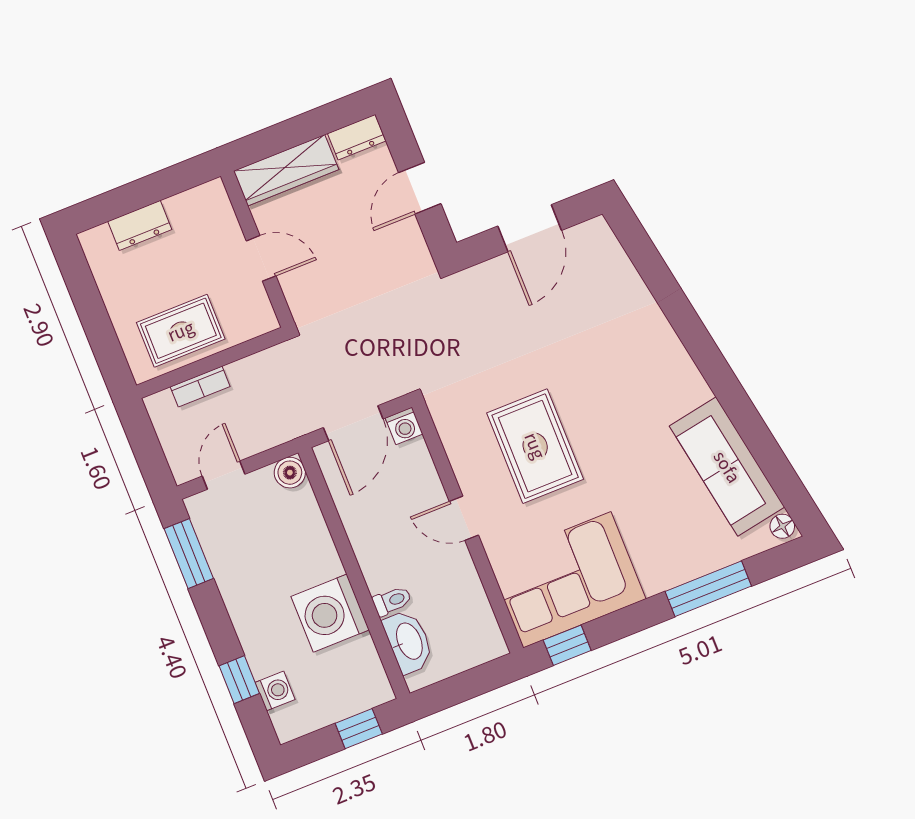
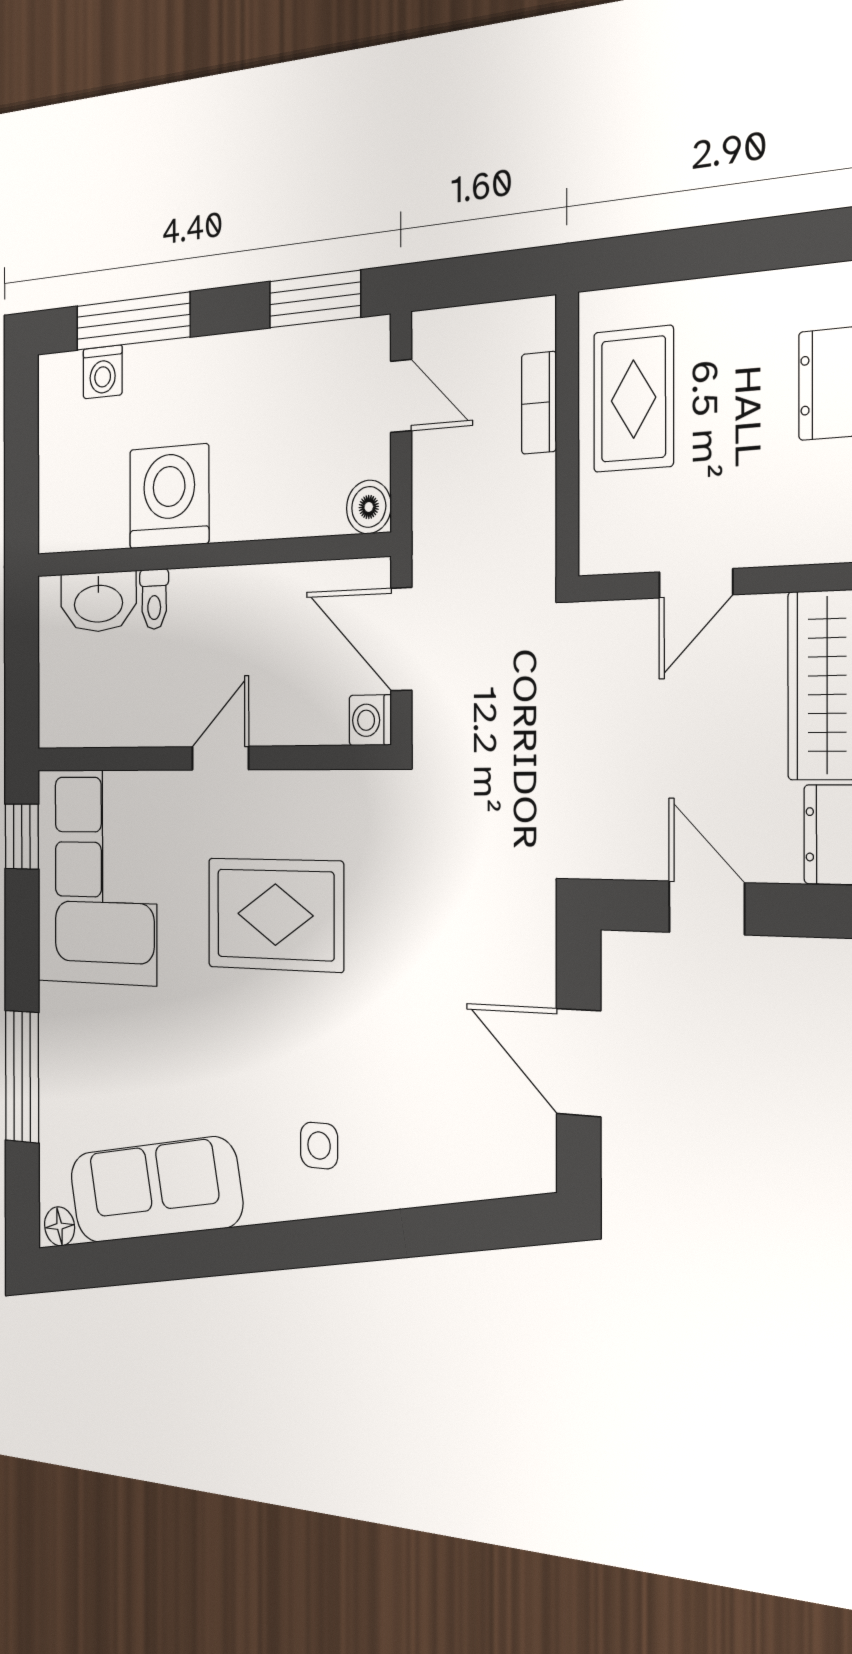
side table: (648, 367) -> (319, 1145), added
window: (239, 680) -> (133, 321), width x2.17
window: (359, 729) -> (21, 482), removed

